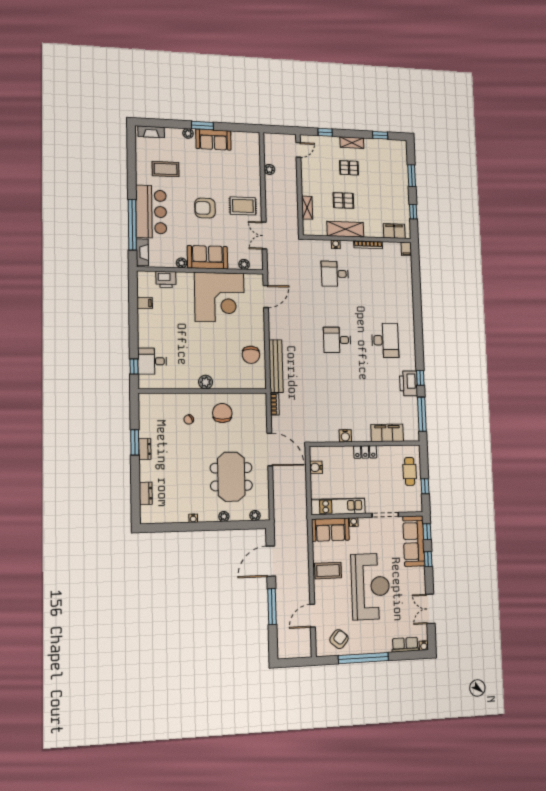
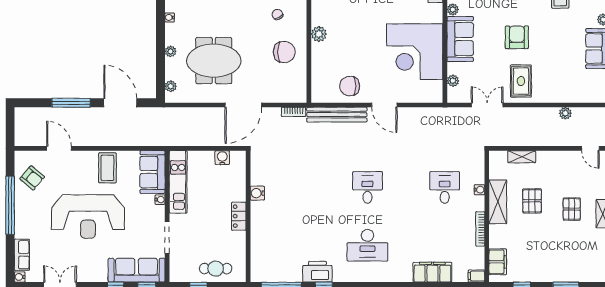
door: (266, 297) -> (384, 105), moved
filing cabinet: (387, 433) -> (432, 272), moved, turned -90

